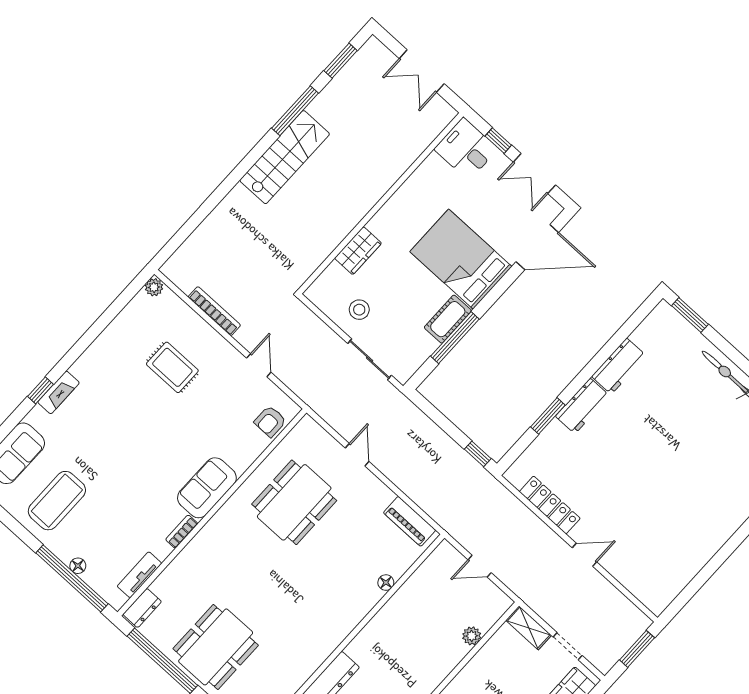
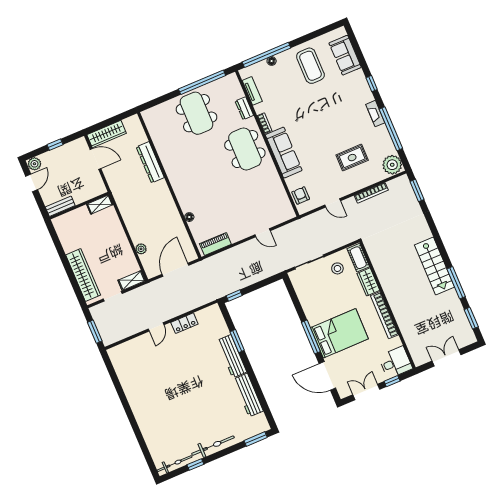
bookcase: (399, 201) -> (384, 315), added
window: (177, 240) -> (417, 190), added
door: (537, 247) -> (327, 376), hinge flipped
plant: (154, 287) -> (392, 165), width x1.88, depth x1.88
cot: (448, 319) -> (358, 258), moved
window: (98, 327) -> (391, 129), added
window: (455, 338) -> (311, 337), moved
workbench: (619, 366) -> (248, 395), width x1.38
fireplace: (59, 392) -> (375, 114), moved
workbench: (582, 406) -> (232, 356), width x1.38
sofa: (207, 488) -> (284, 153), width x1.36
dining table: (294, 502) -> (245, 149), moved
locker: (550, 505) -> (184, 323), width x0.66
door: (480, 566) -> (175, 270), width x1.88
dresser: (142, 608) -> (244, 108), moved

